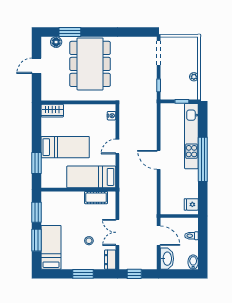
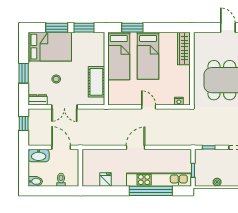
wardrobe: (52, 111) -> (184, 48), width x1.50
window: (203, 159) -> (151, 191), moved
bed: (91, 177) -> (119, 56), moved, turned 180
cot: (96, 198) -> (96, 82), width x1.37, depth x1.34
fridge: (191, 204) -> (106, 179), moved
double door: (117, 232) -> (64, 107), swing flipped
door: (159, 236) -> (61, 147), swing flipped
bed: (51, 247) -> (50, 47), width x1.50

